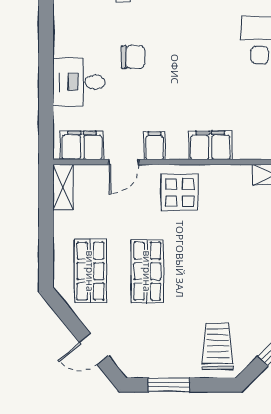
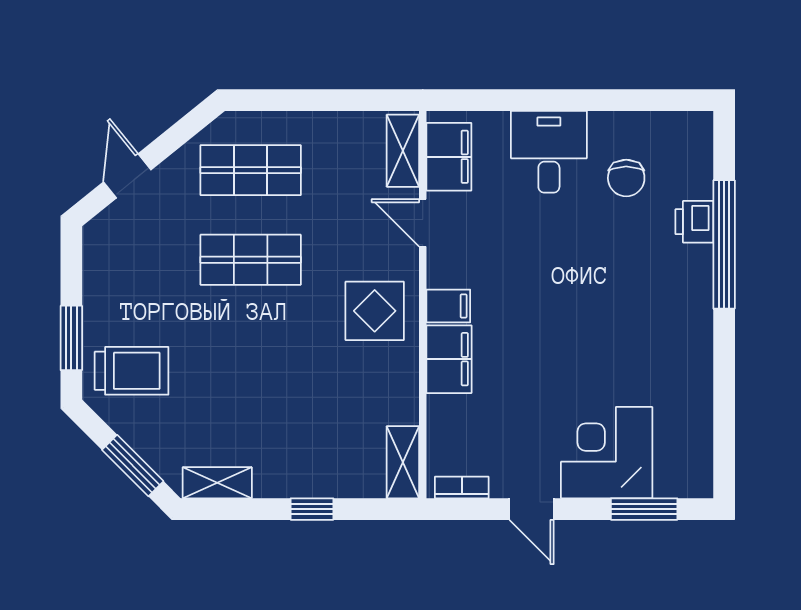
chair: (133, 57) -> (626, 178), moved
filing cabinet: (155, 146) -> (448, 306), moved
shelving: (63, 187) -> (403, 151), moved, turned 90
window: (169, 385) -> (71, 338), moved

